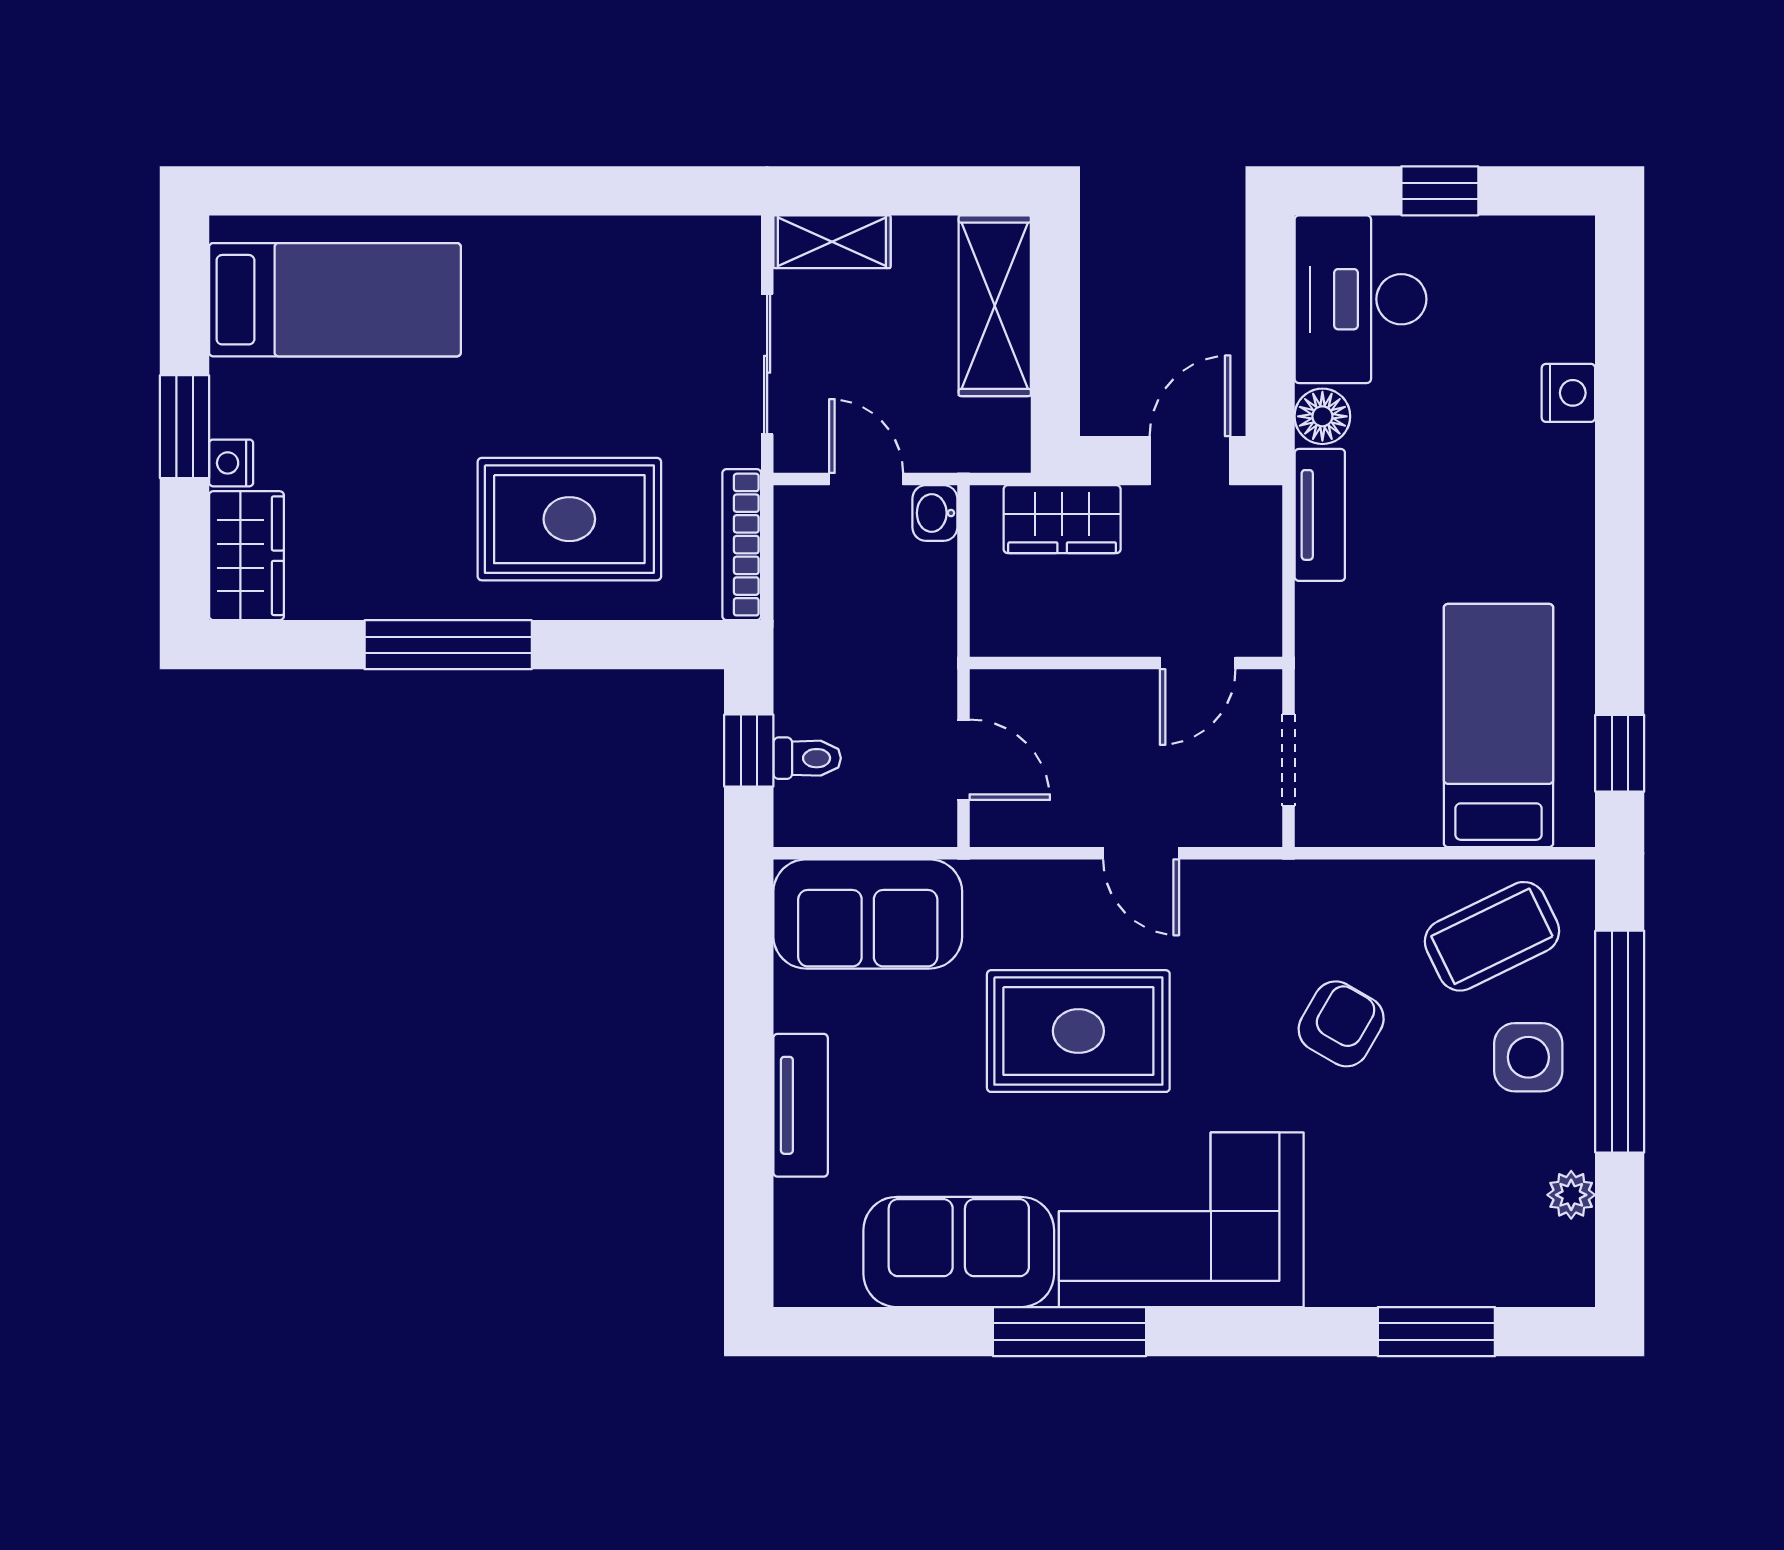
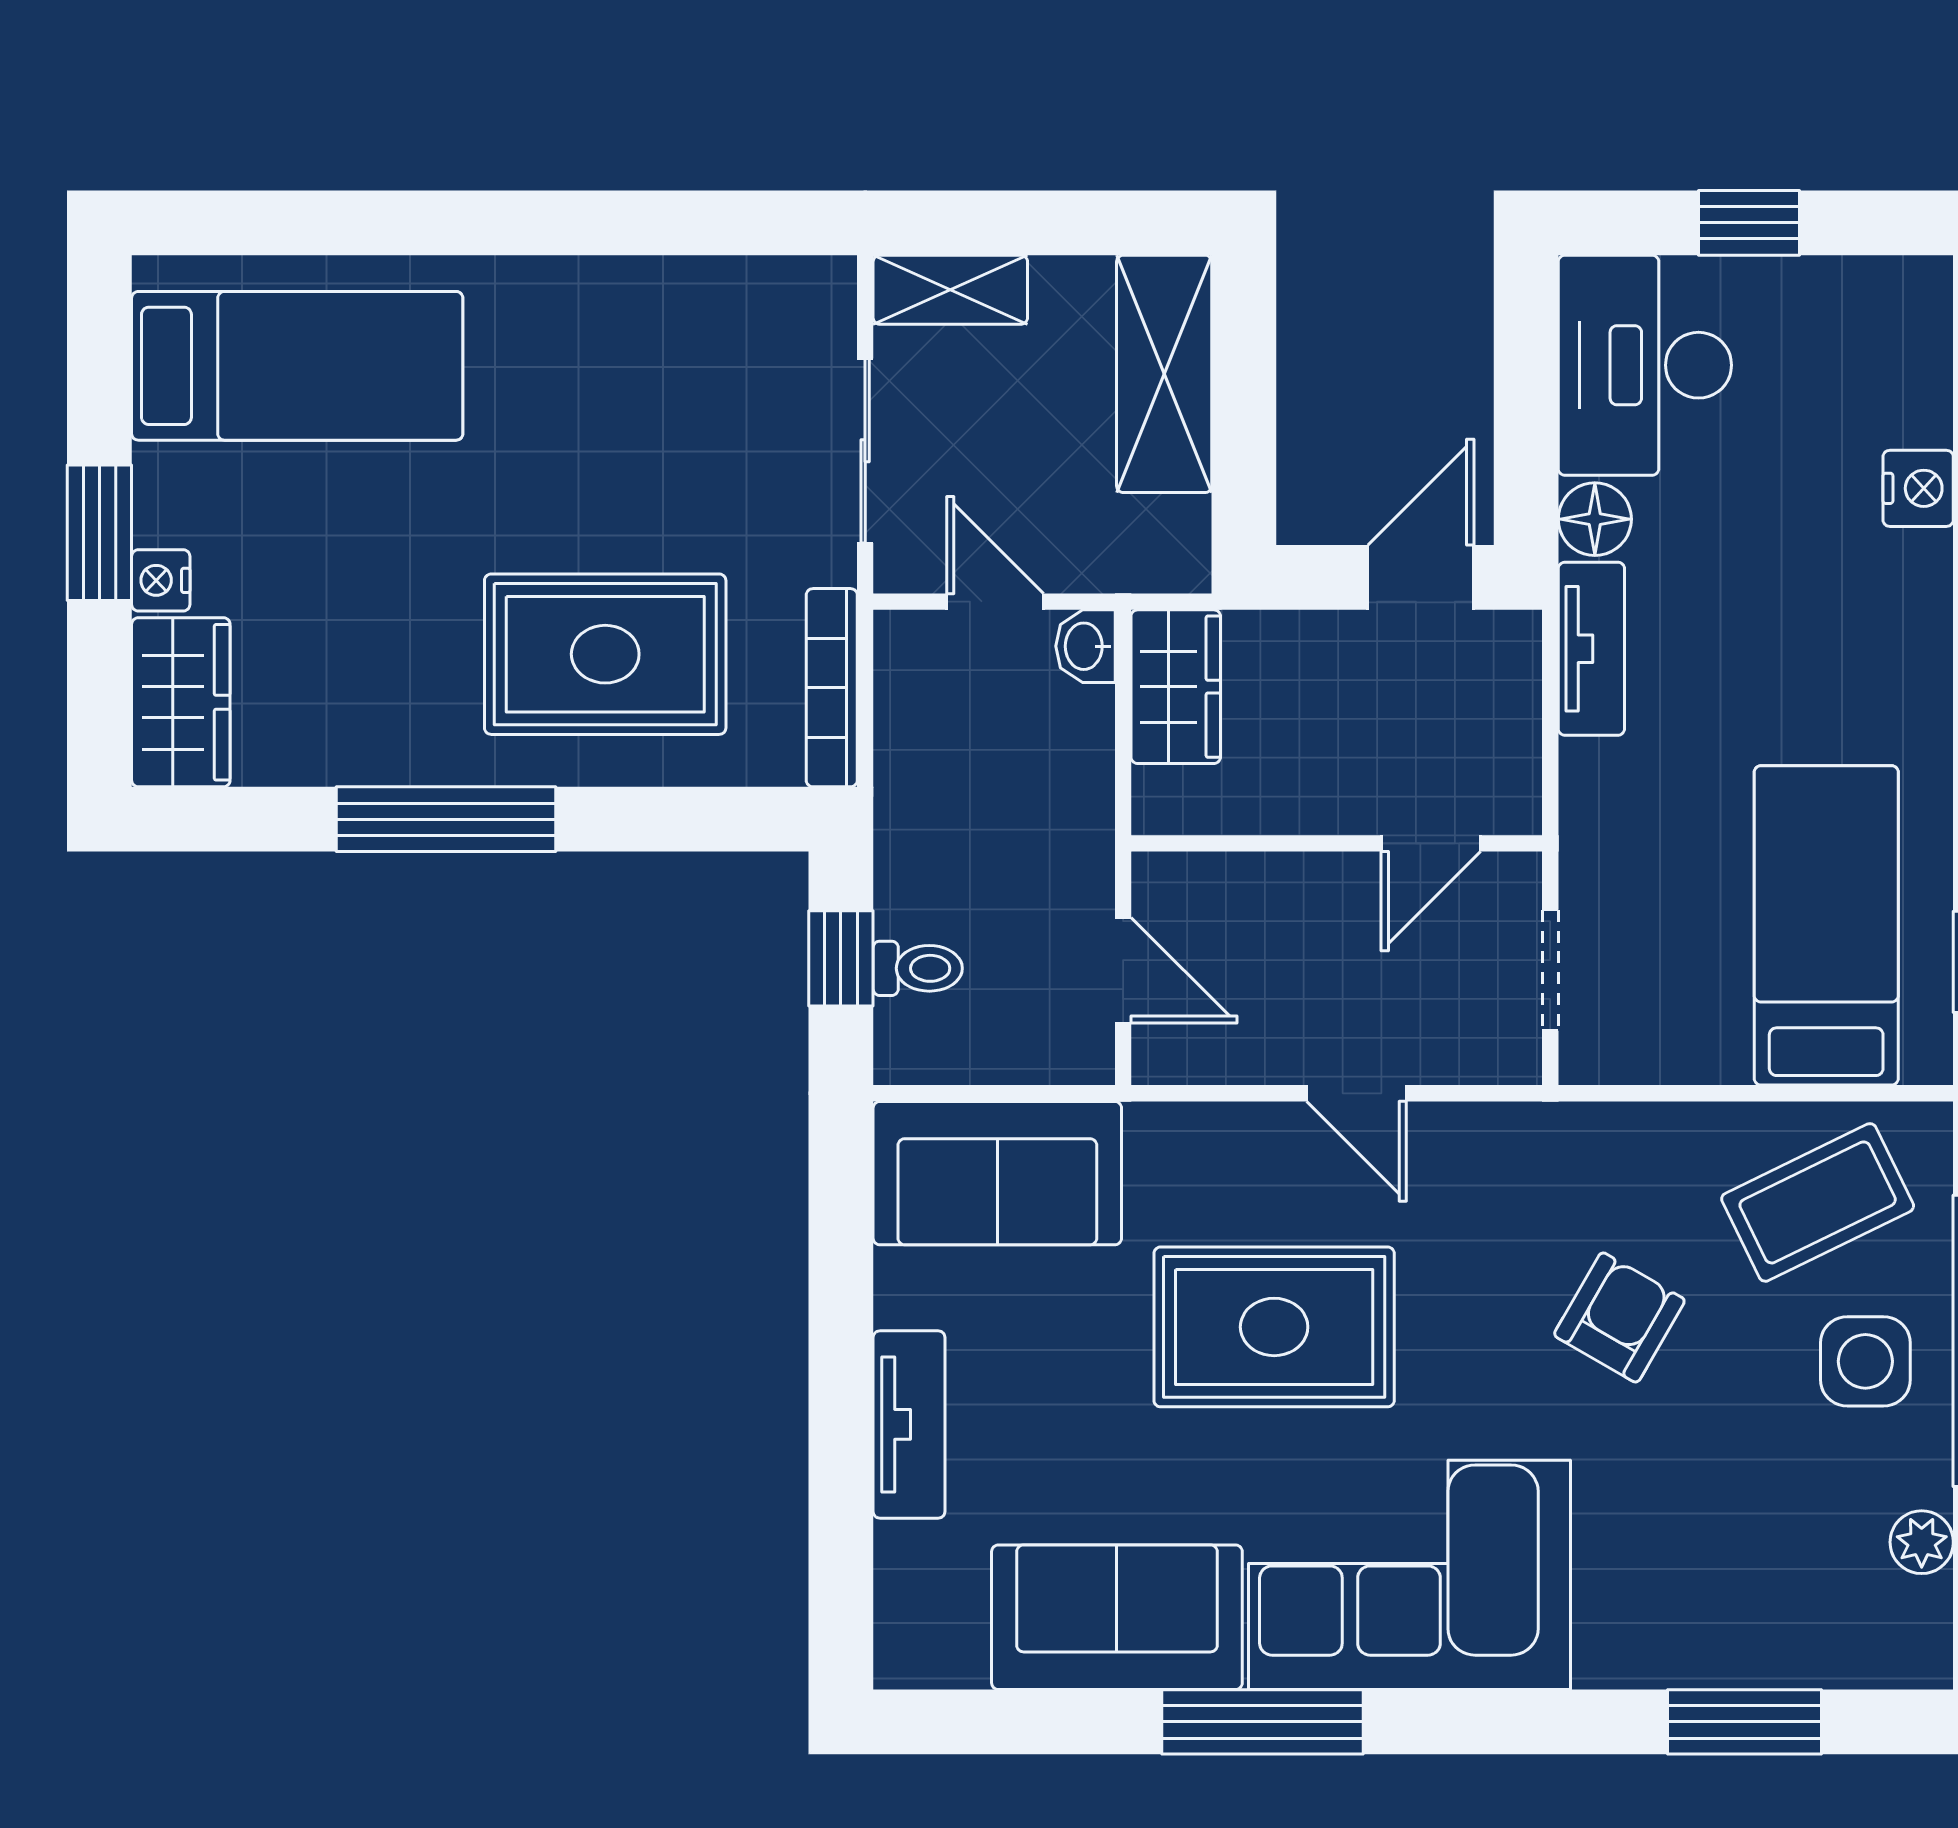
wardrobe: (1062, 519) -> (1176, 687), moved, turned -90

